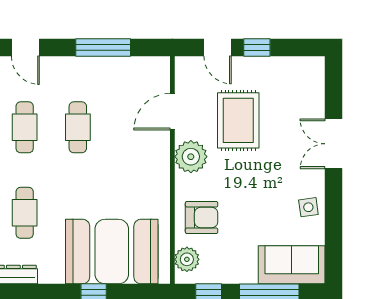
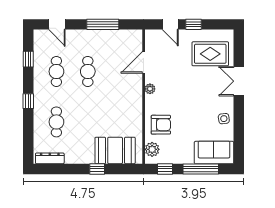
rug: (238, 120) -> (210, 54), moved, turned 90
plant: (191, 157) -> (150, 89), width x0.53, depth x0.53
booth: (112, 252) -> (115, 150), width x0.73, depth x0.70

